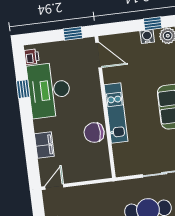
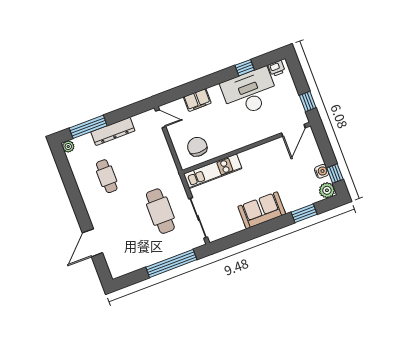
kitchen unit: (116, 113) -> (213, 171), moved
chair: (94, 132) -> (197, 147), moved

